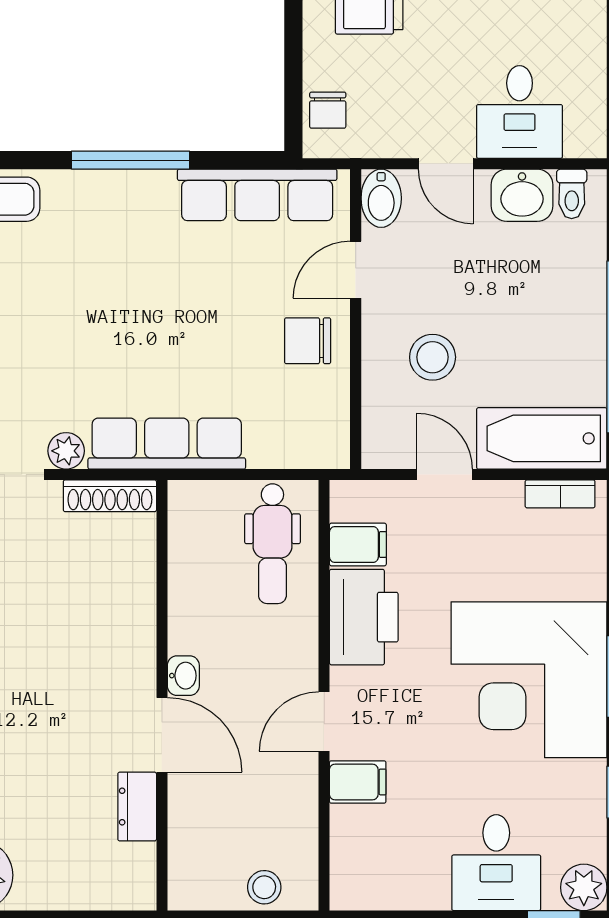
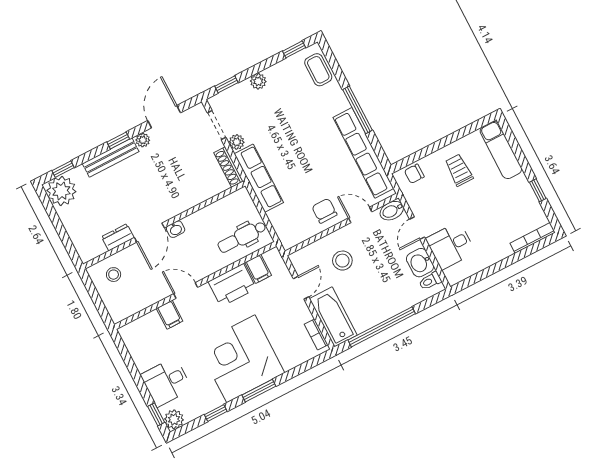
row of seats: (257, 195) -> (363, 153), width x1.36
stool: (264, 887) -> (114, 275), moved

